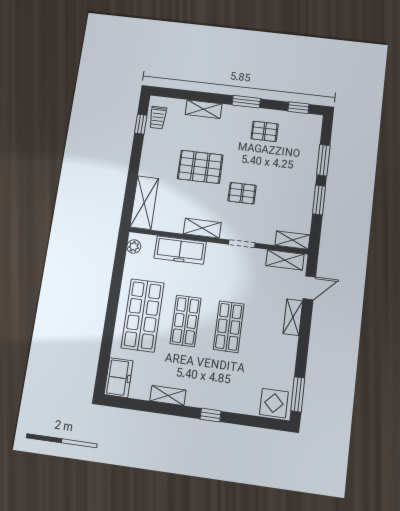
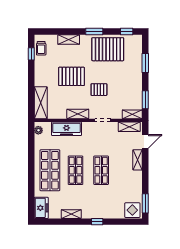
pallet: (265, 131) -> (108, 49), width x2.05, depth x2.00
window: (319, 200) -> (145, 100), moved

